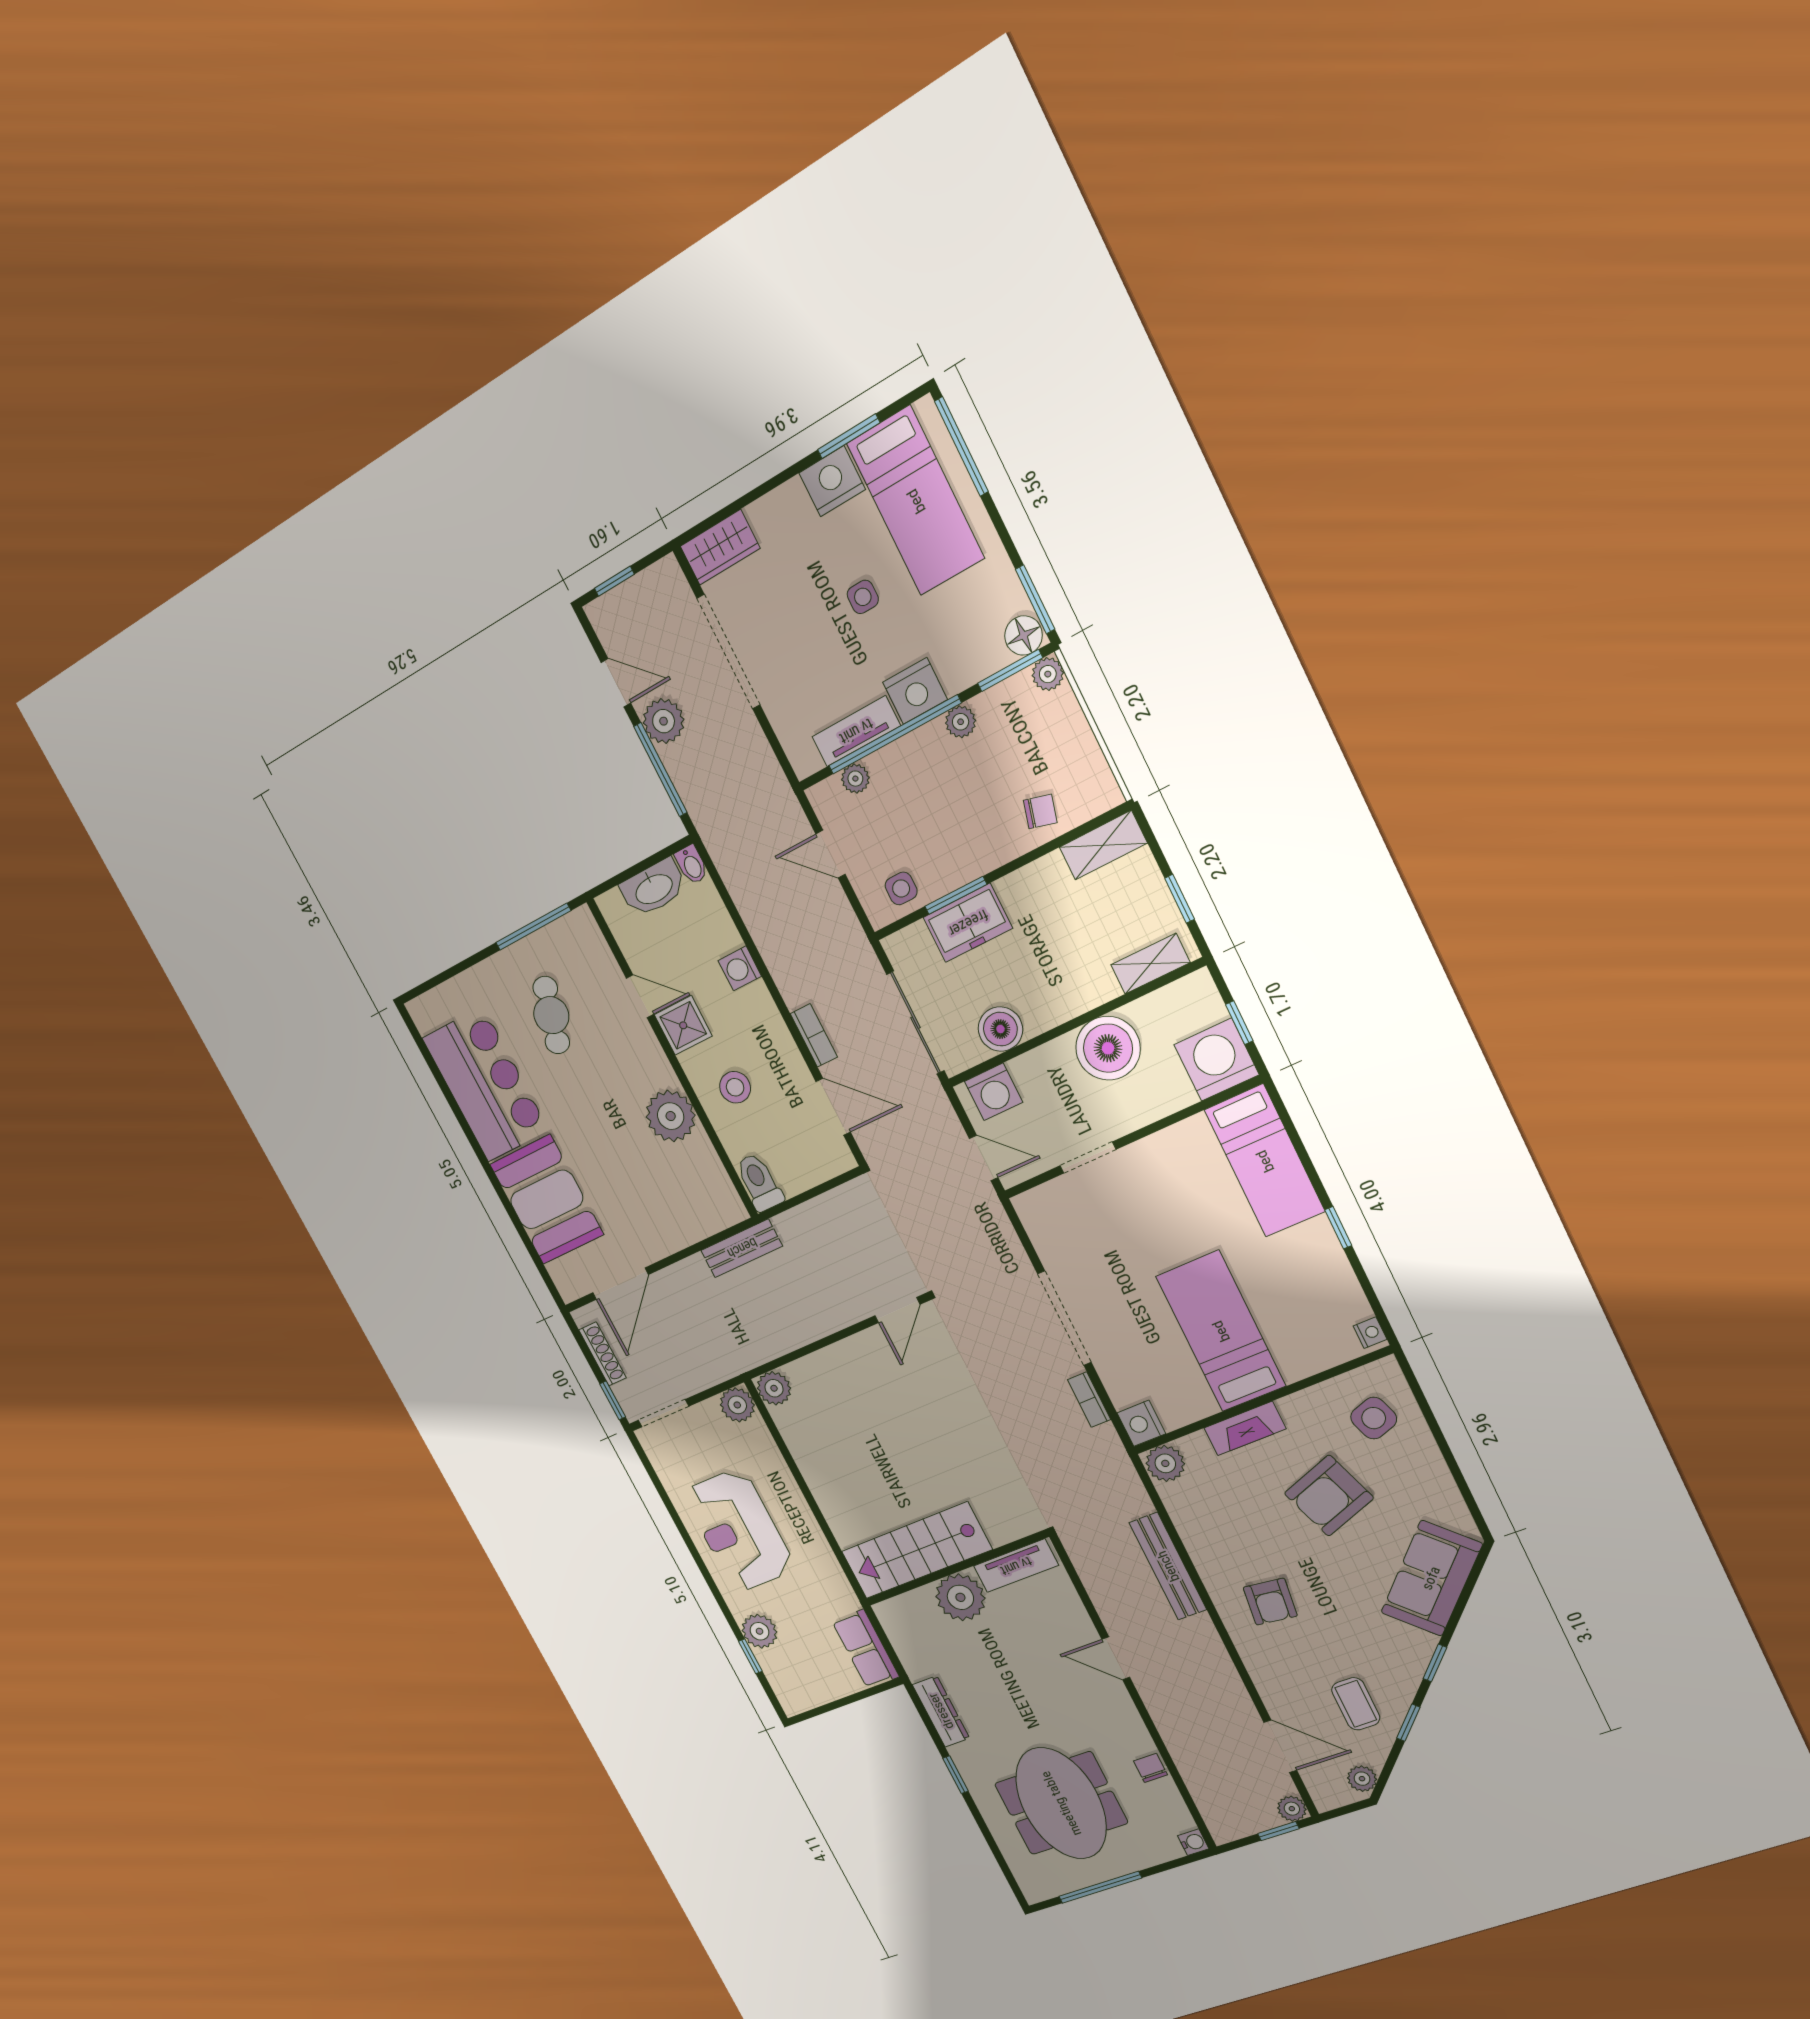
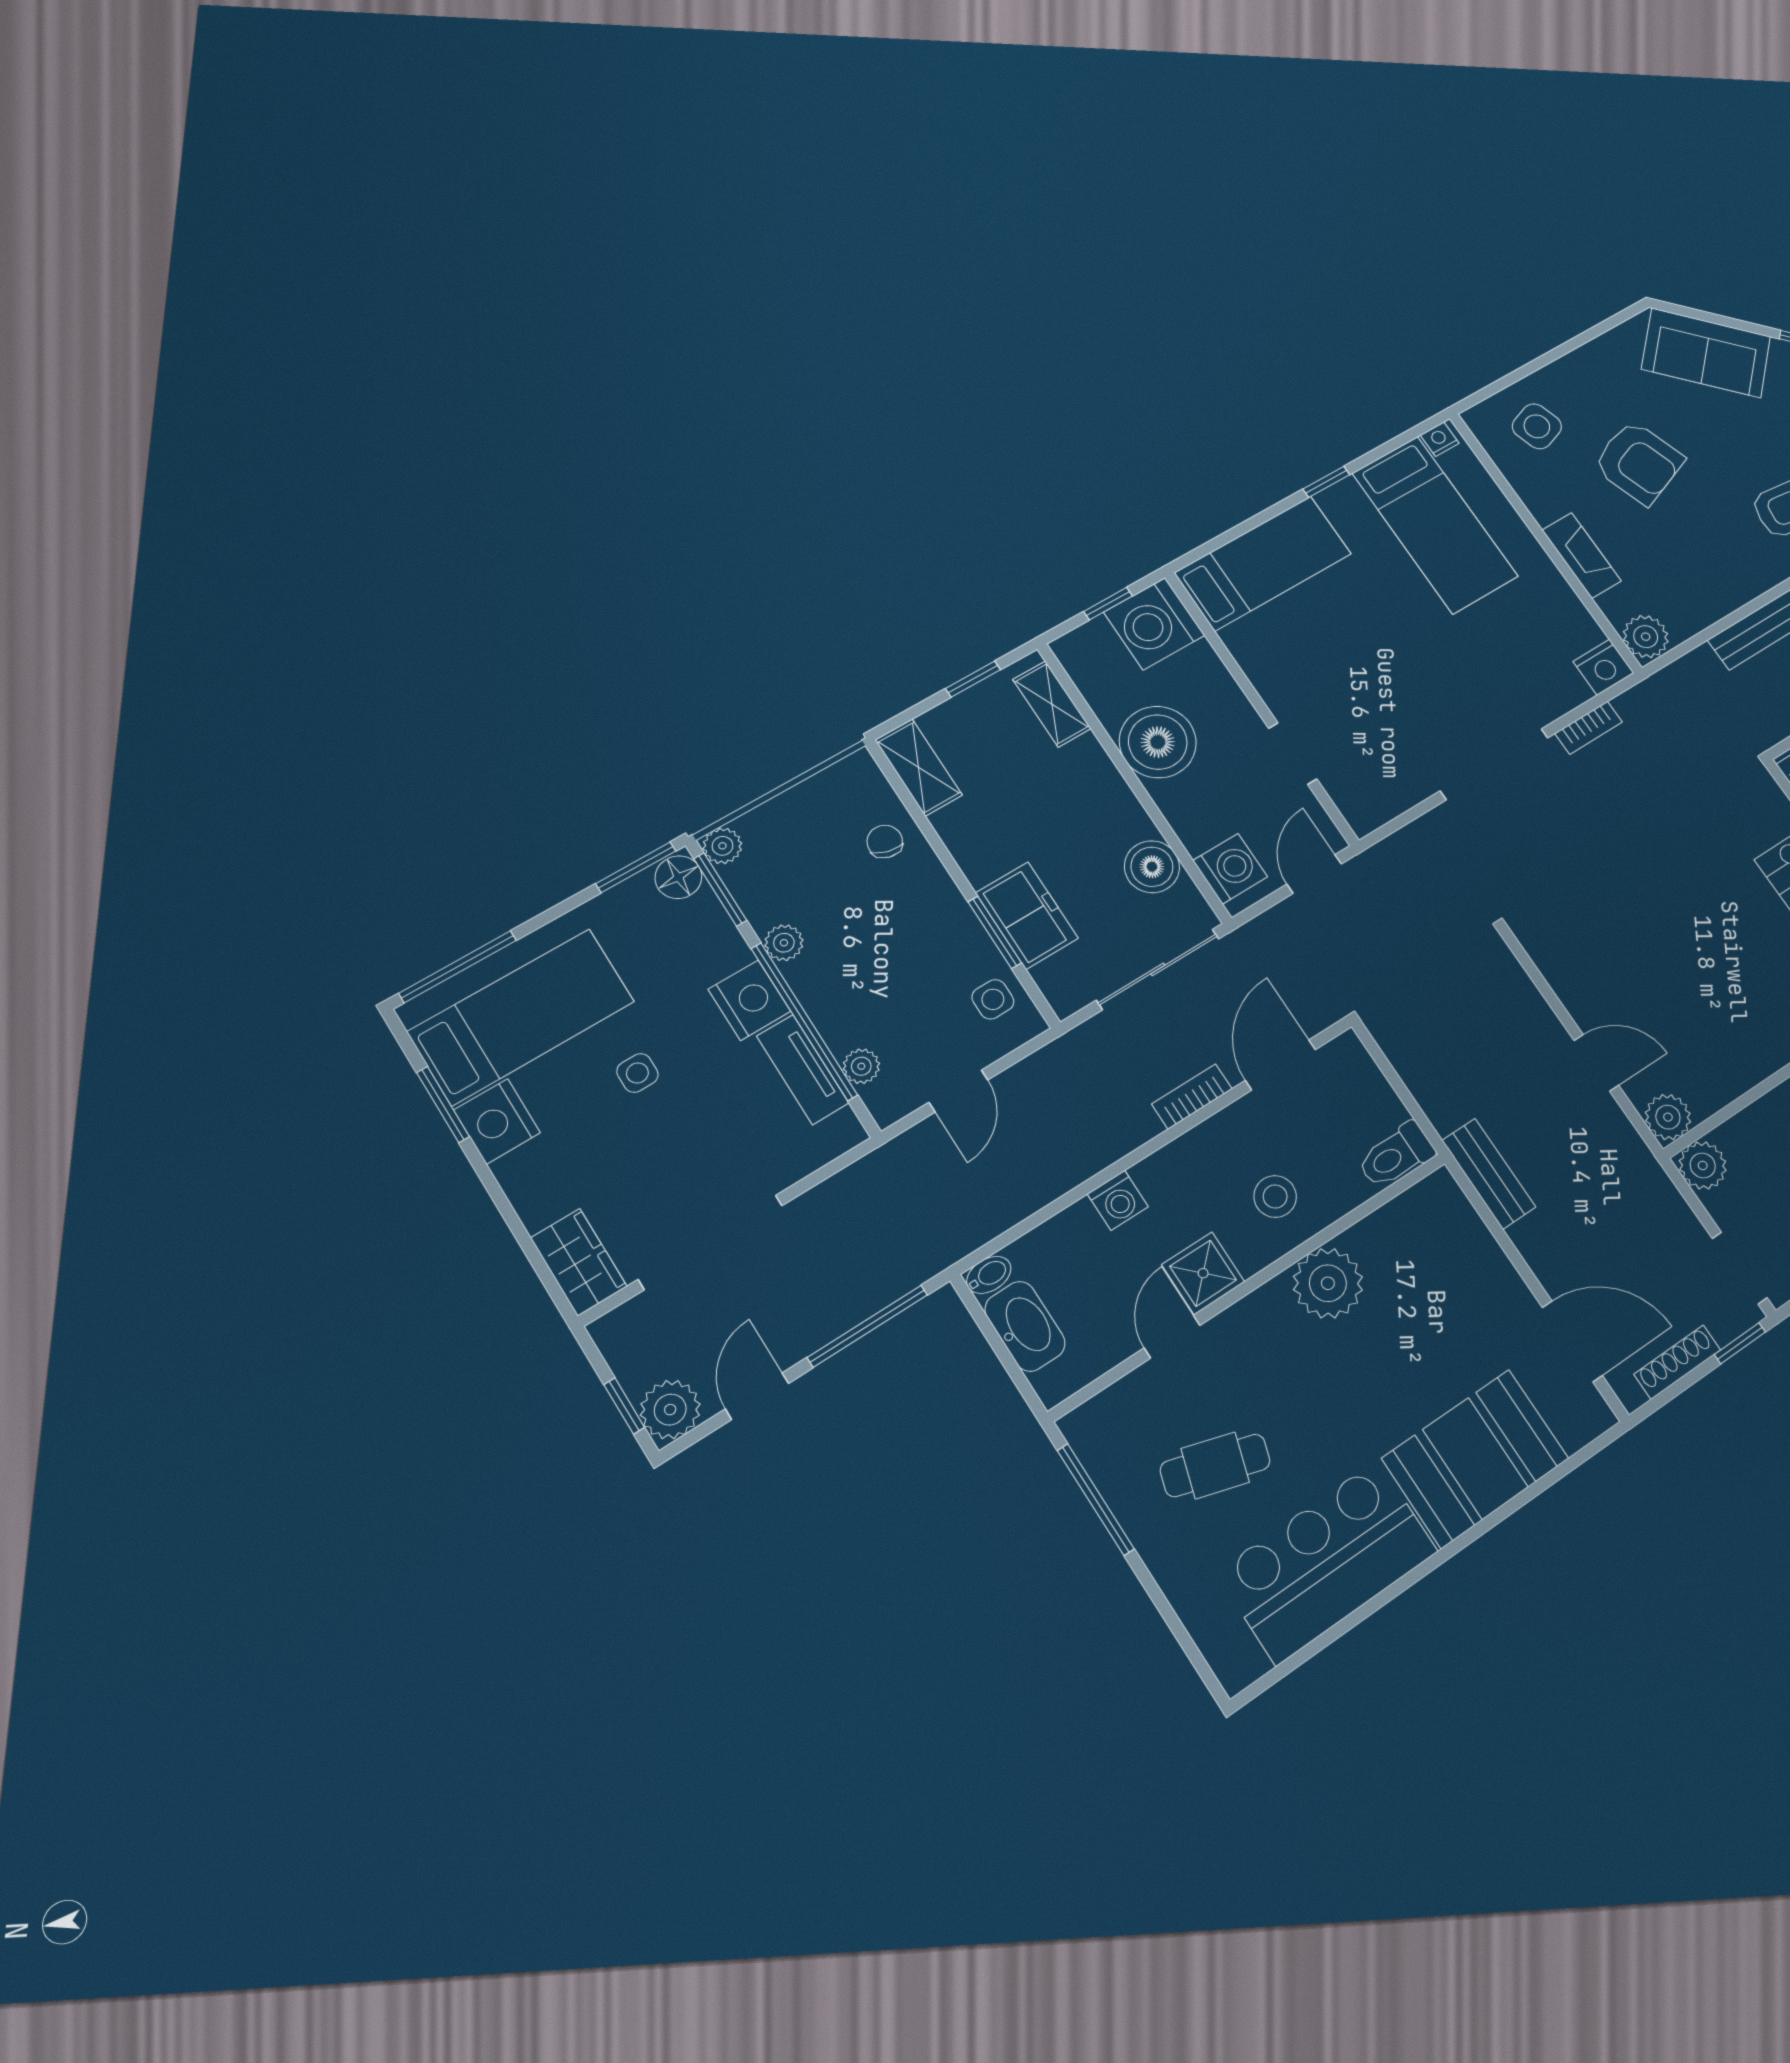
plant: (664, 721) -> (670, 1410), moved
door: (897, 1310) -> (1596, 1063), moved
bed: (1221, 1331) -> (1435, 525), moved, turned -90

